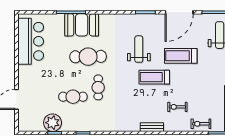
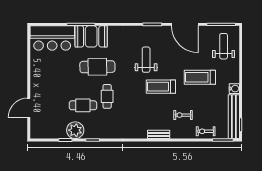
door: (179, 12) -> (185, 24), hinge flipped
bar counter: (31, 41) -> (52, 38), moved, turned 90
treadmill: (181, 56) -> (200, 77), moved
plant: (53, 123) -> (75, 130), moved

